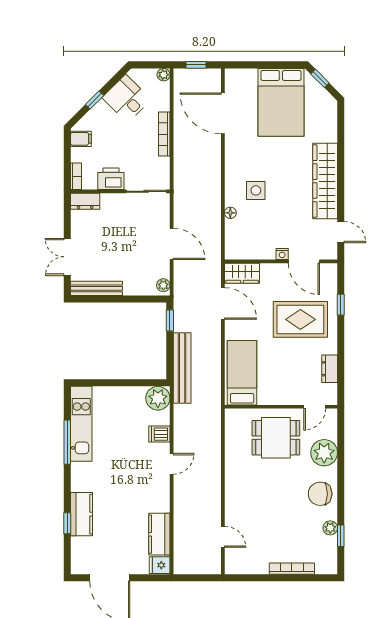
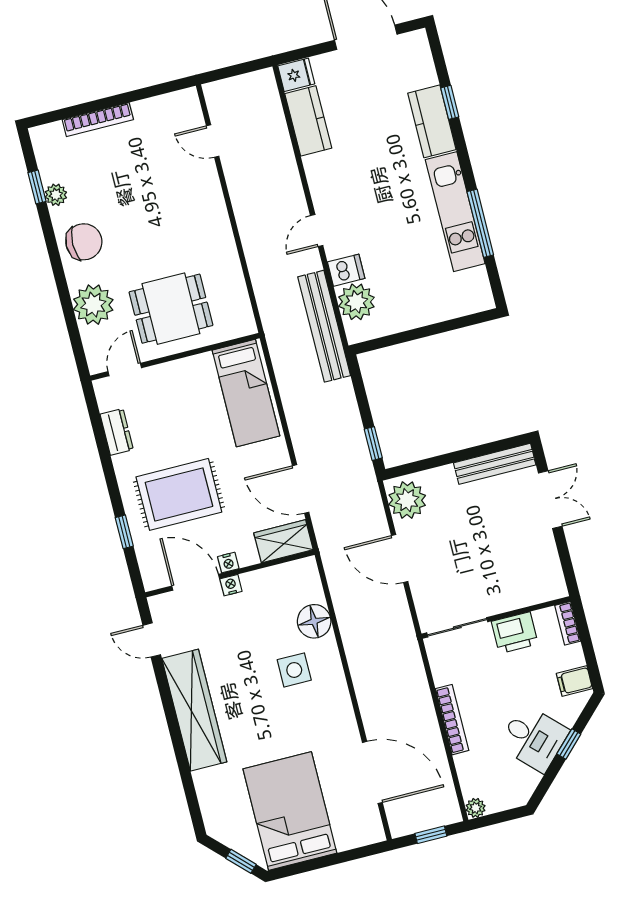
desk: (127, 99) -> (534, 738), moved
dresser: (85, 201) -> (545, 590), removed
floor lamp: (230, 213) -> (314, 621), width x1.89, depth x1.89
nightstand: (280, 269) -> (228, 563), added
plant: (163, 285) -> (407, 500), width x1.88, depth x1.88
bench: (182, 368) -> (324, 326), moved
plant: (158, 398) -> (356, 302), moved
kitchen unit: (81, 424) -> (455, 212), moved

